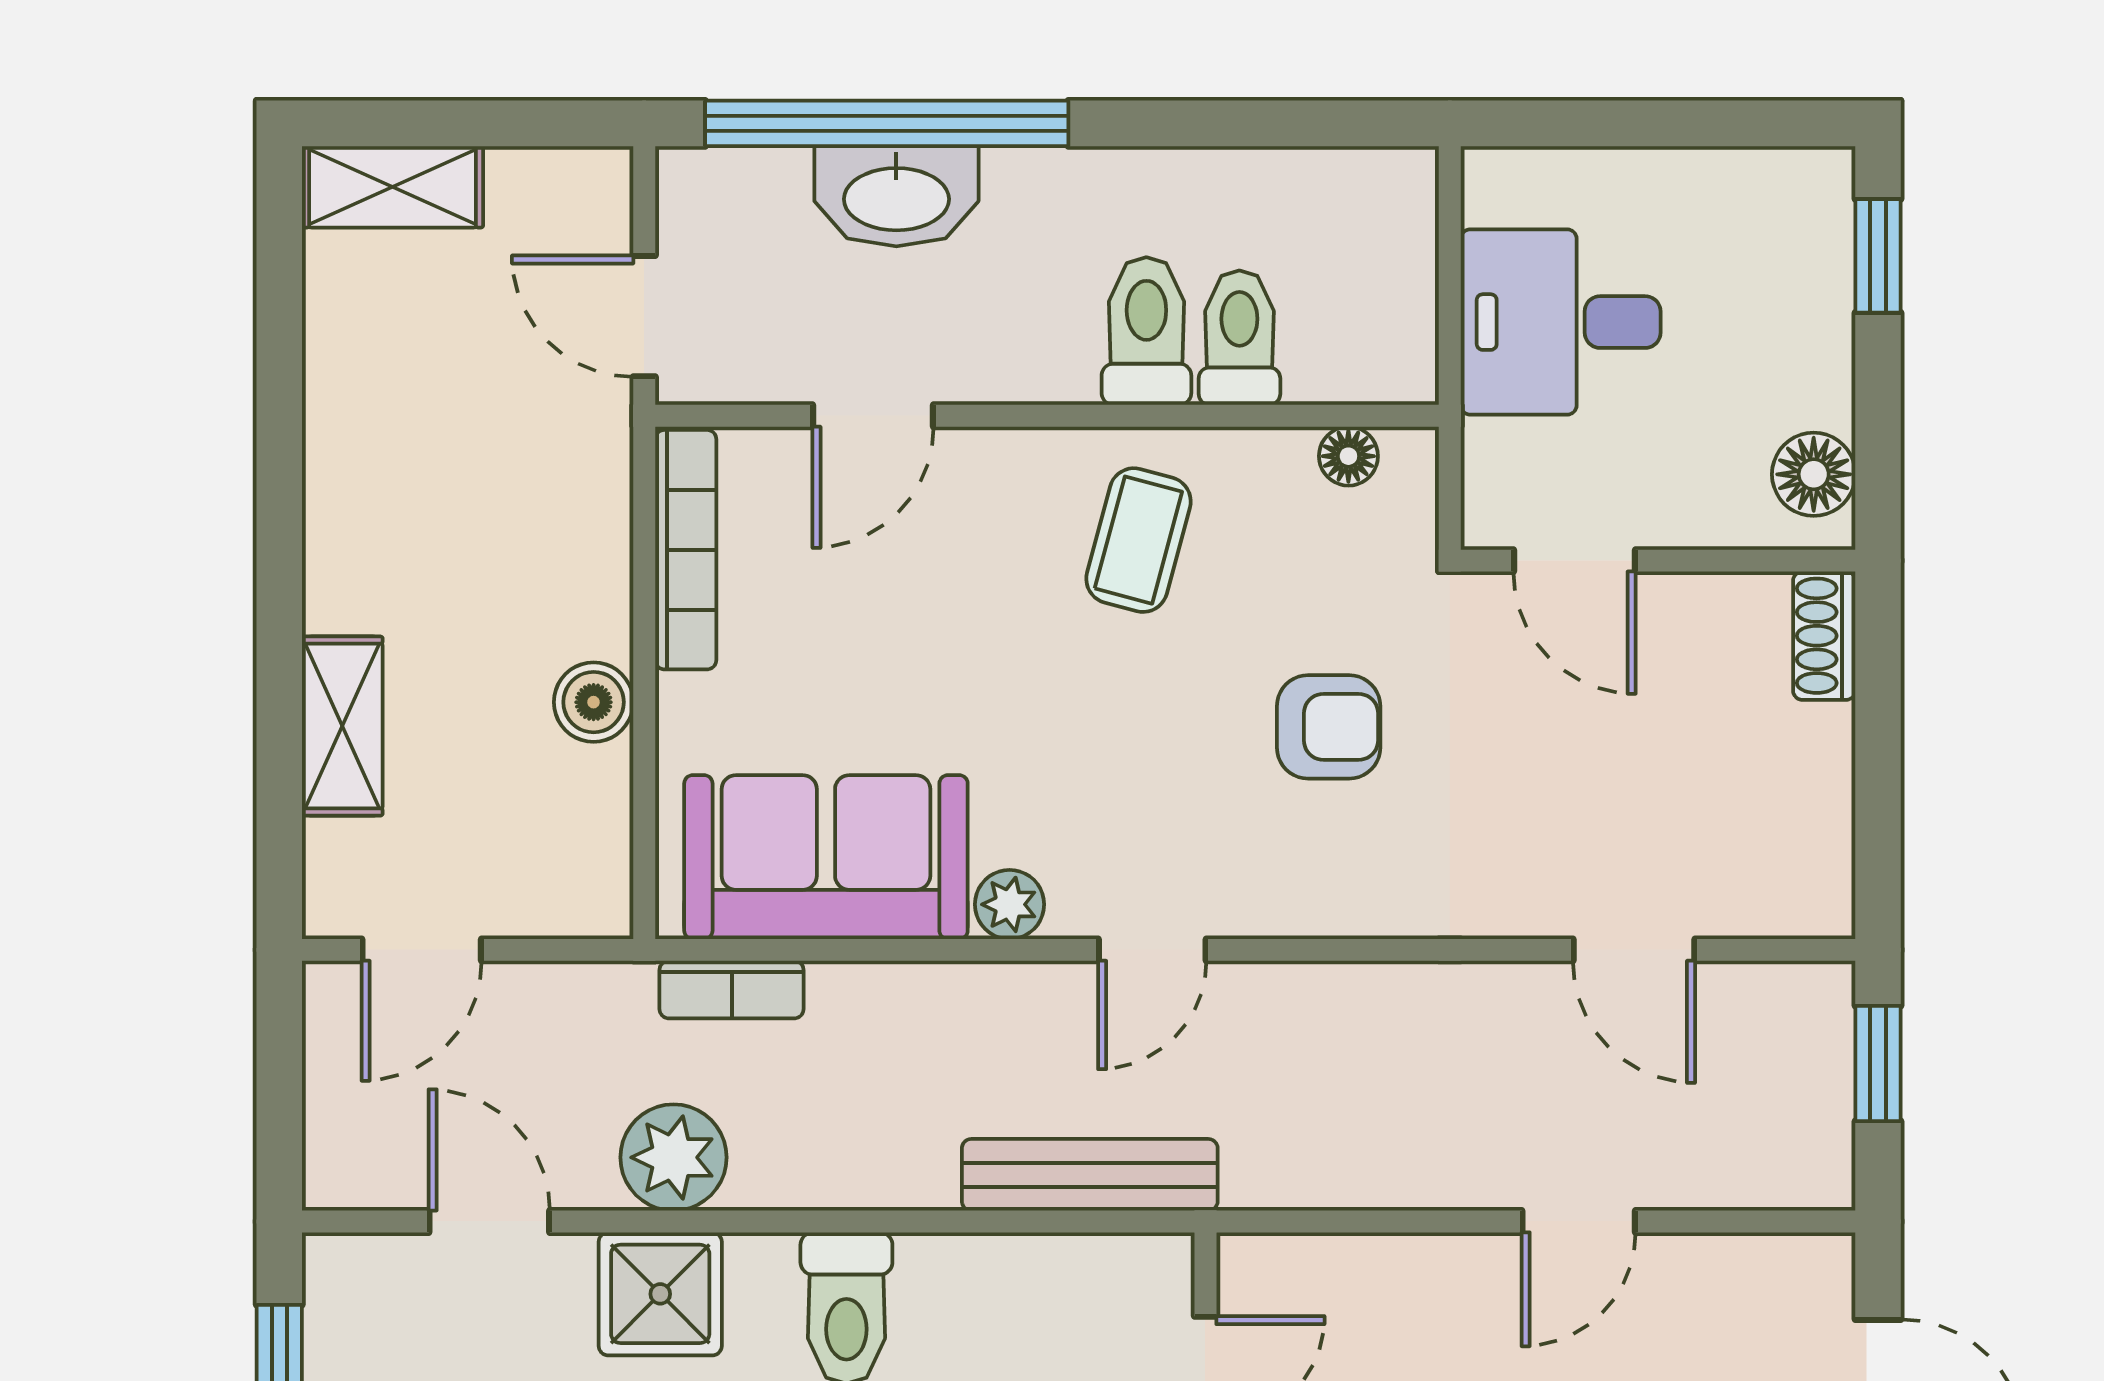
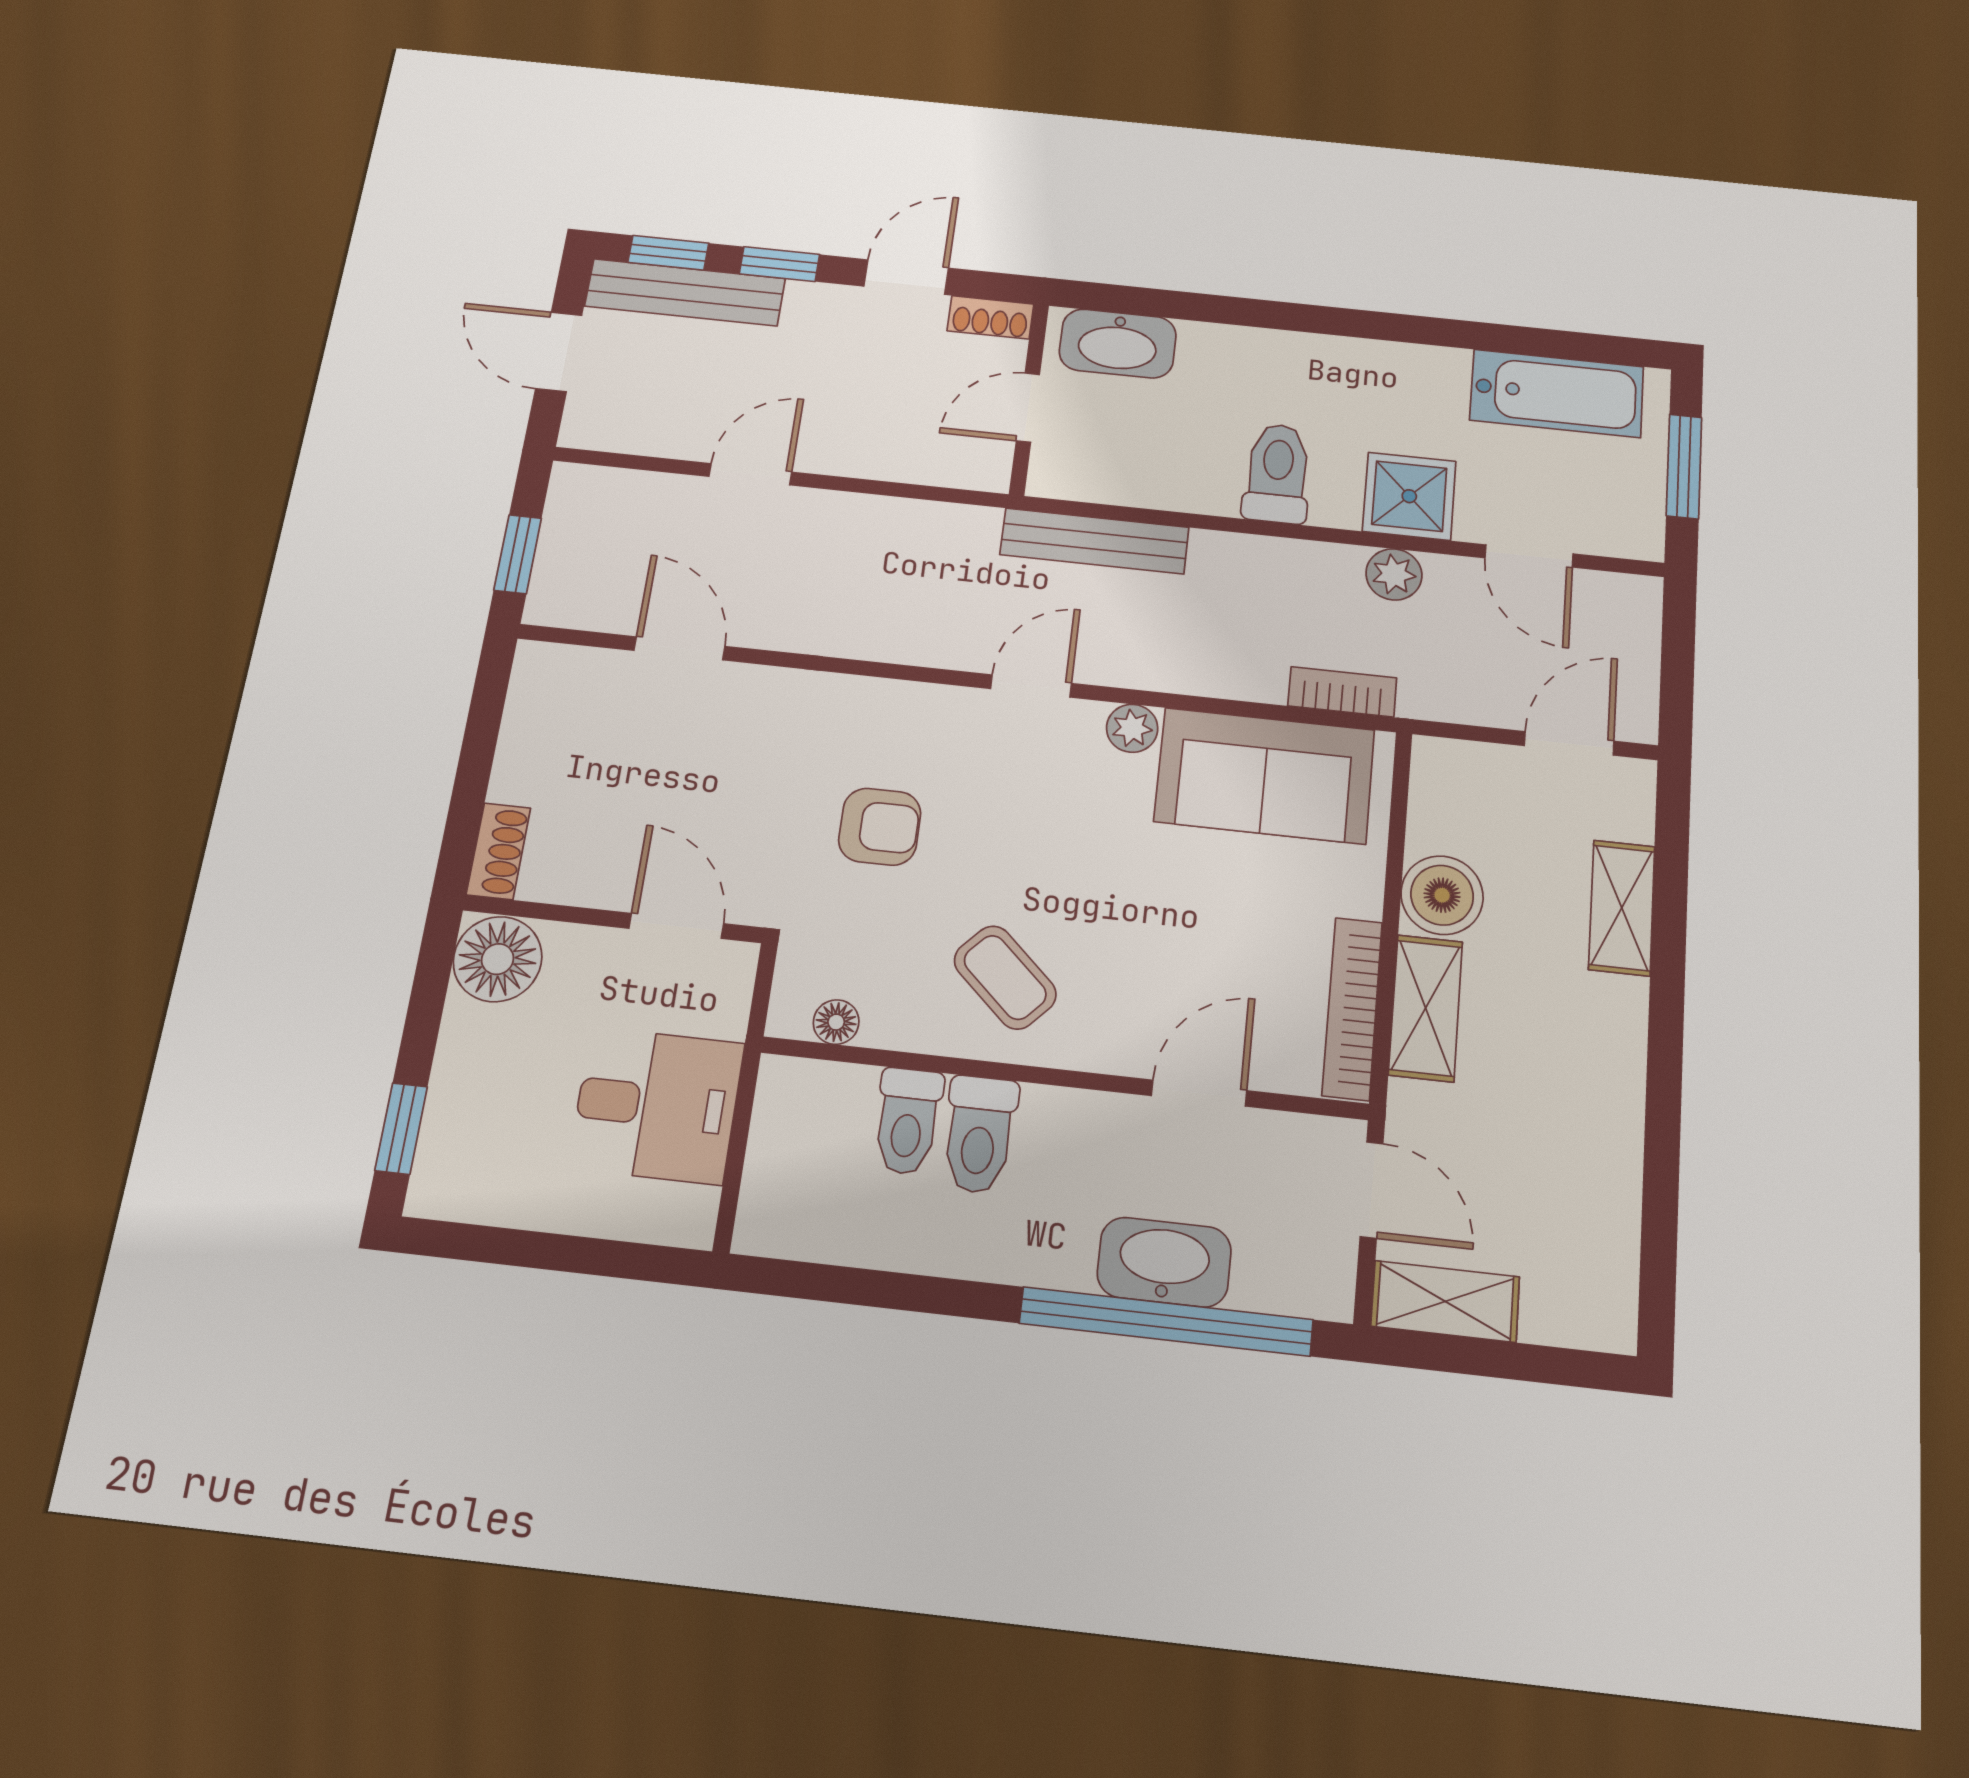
shelving: (393, 187) -> (1445, 1301), moved
floor lamp: (1814, 474) -> (498, 959), width x1.38, depth x1.38
coffee table: (1138, 540) -> (1005, 977), turned -62
shelving: (591, 561) -> (1426, 1008), added
boiler: (594, 702) -> (1442, 895), width x1.36, depth x1.36
armchair: (1329, 727) -> (880, 827), turned 180
plant: (674, 1157) -> (1394, 574), width x0.73, depth x0.73

